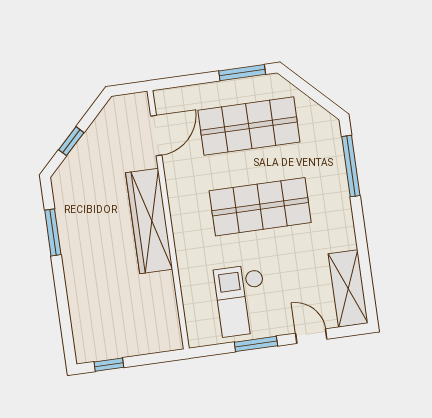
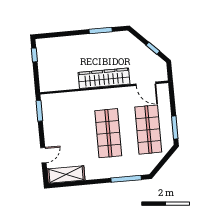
window: (71, 141) -> (153, 48), moved
checkout: (242, 300) -> (63, 122), removed
window: (256, 344) -> (39, 111), moved

